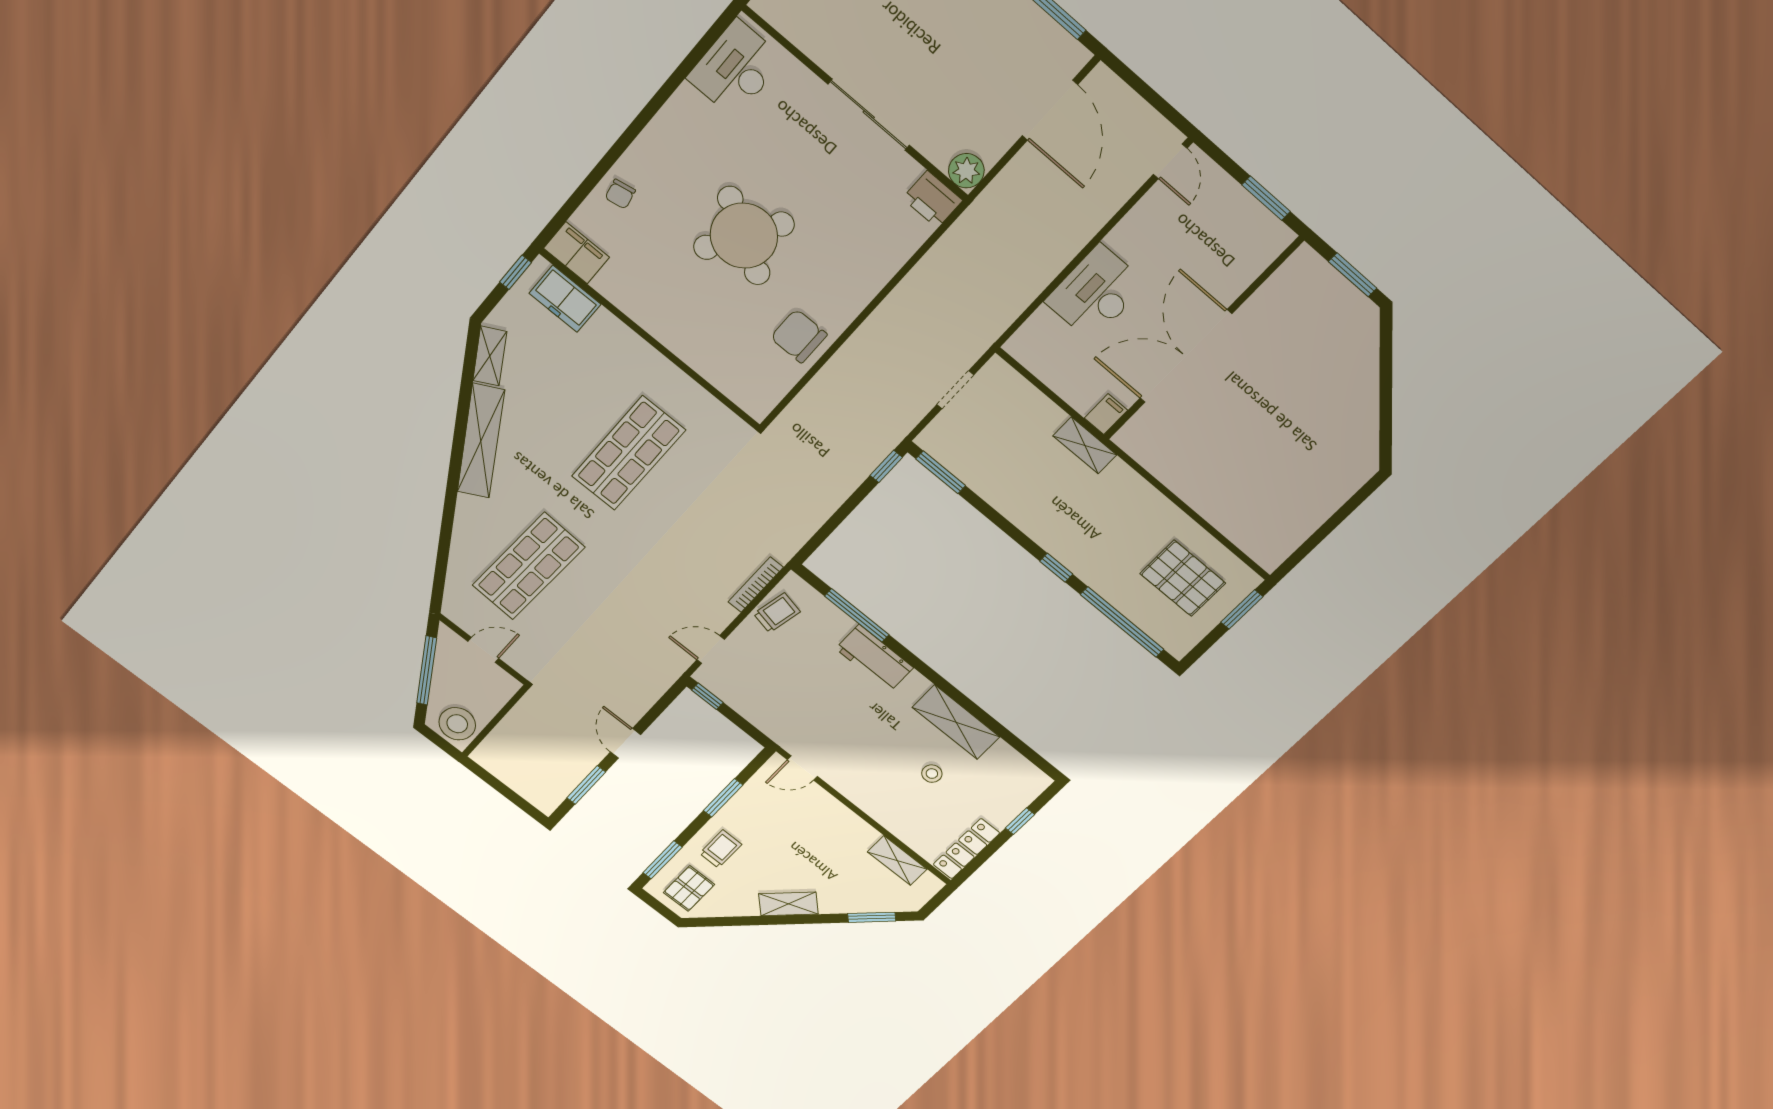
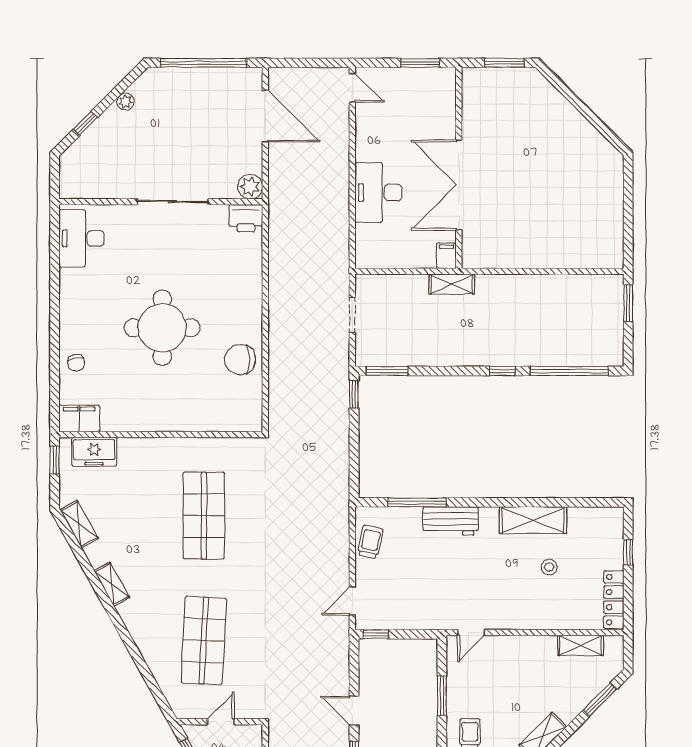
round table: (744, 236) -> (162, 328), turned -31
shelving: (481, 441) -> (112, 584), width x0.45, depth x0.75
pallet: (1183, 578) -> (578, 314), removed
bookcase: (756, 585) -> (343, 535), removed

